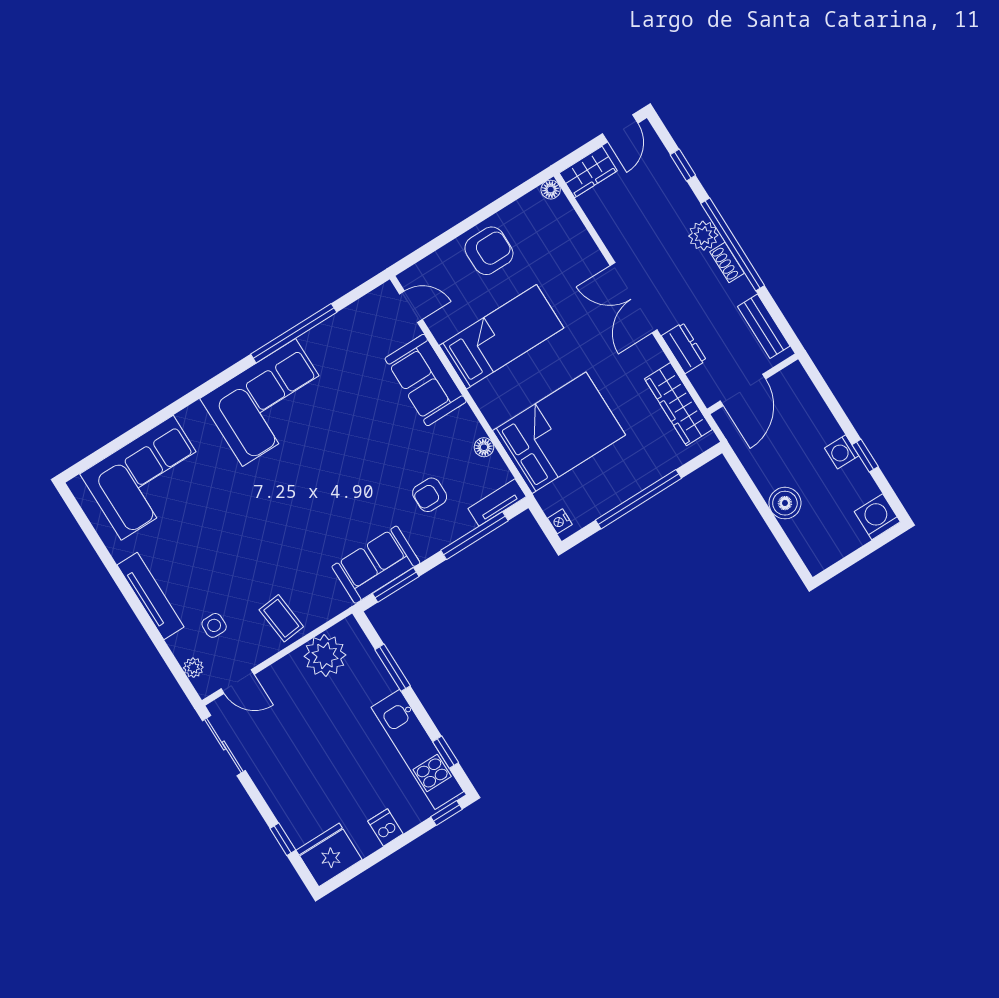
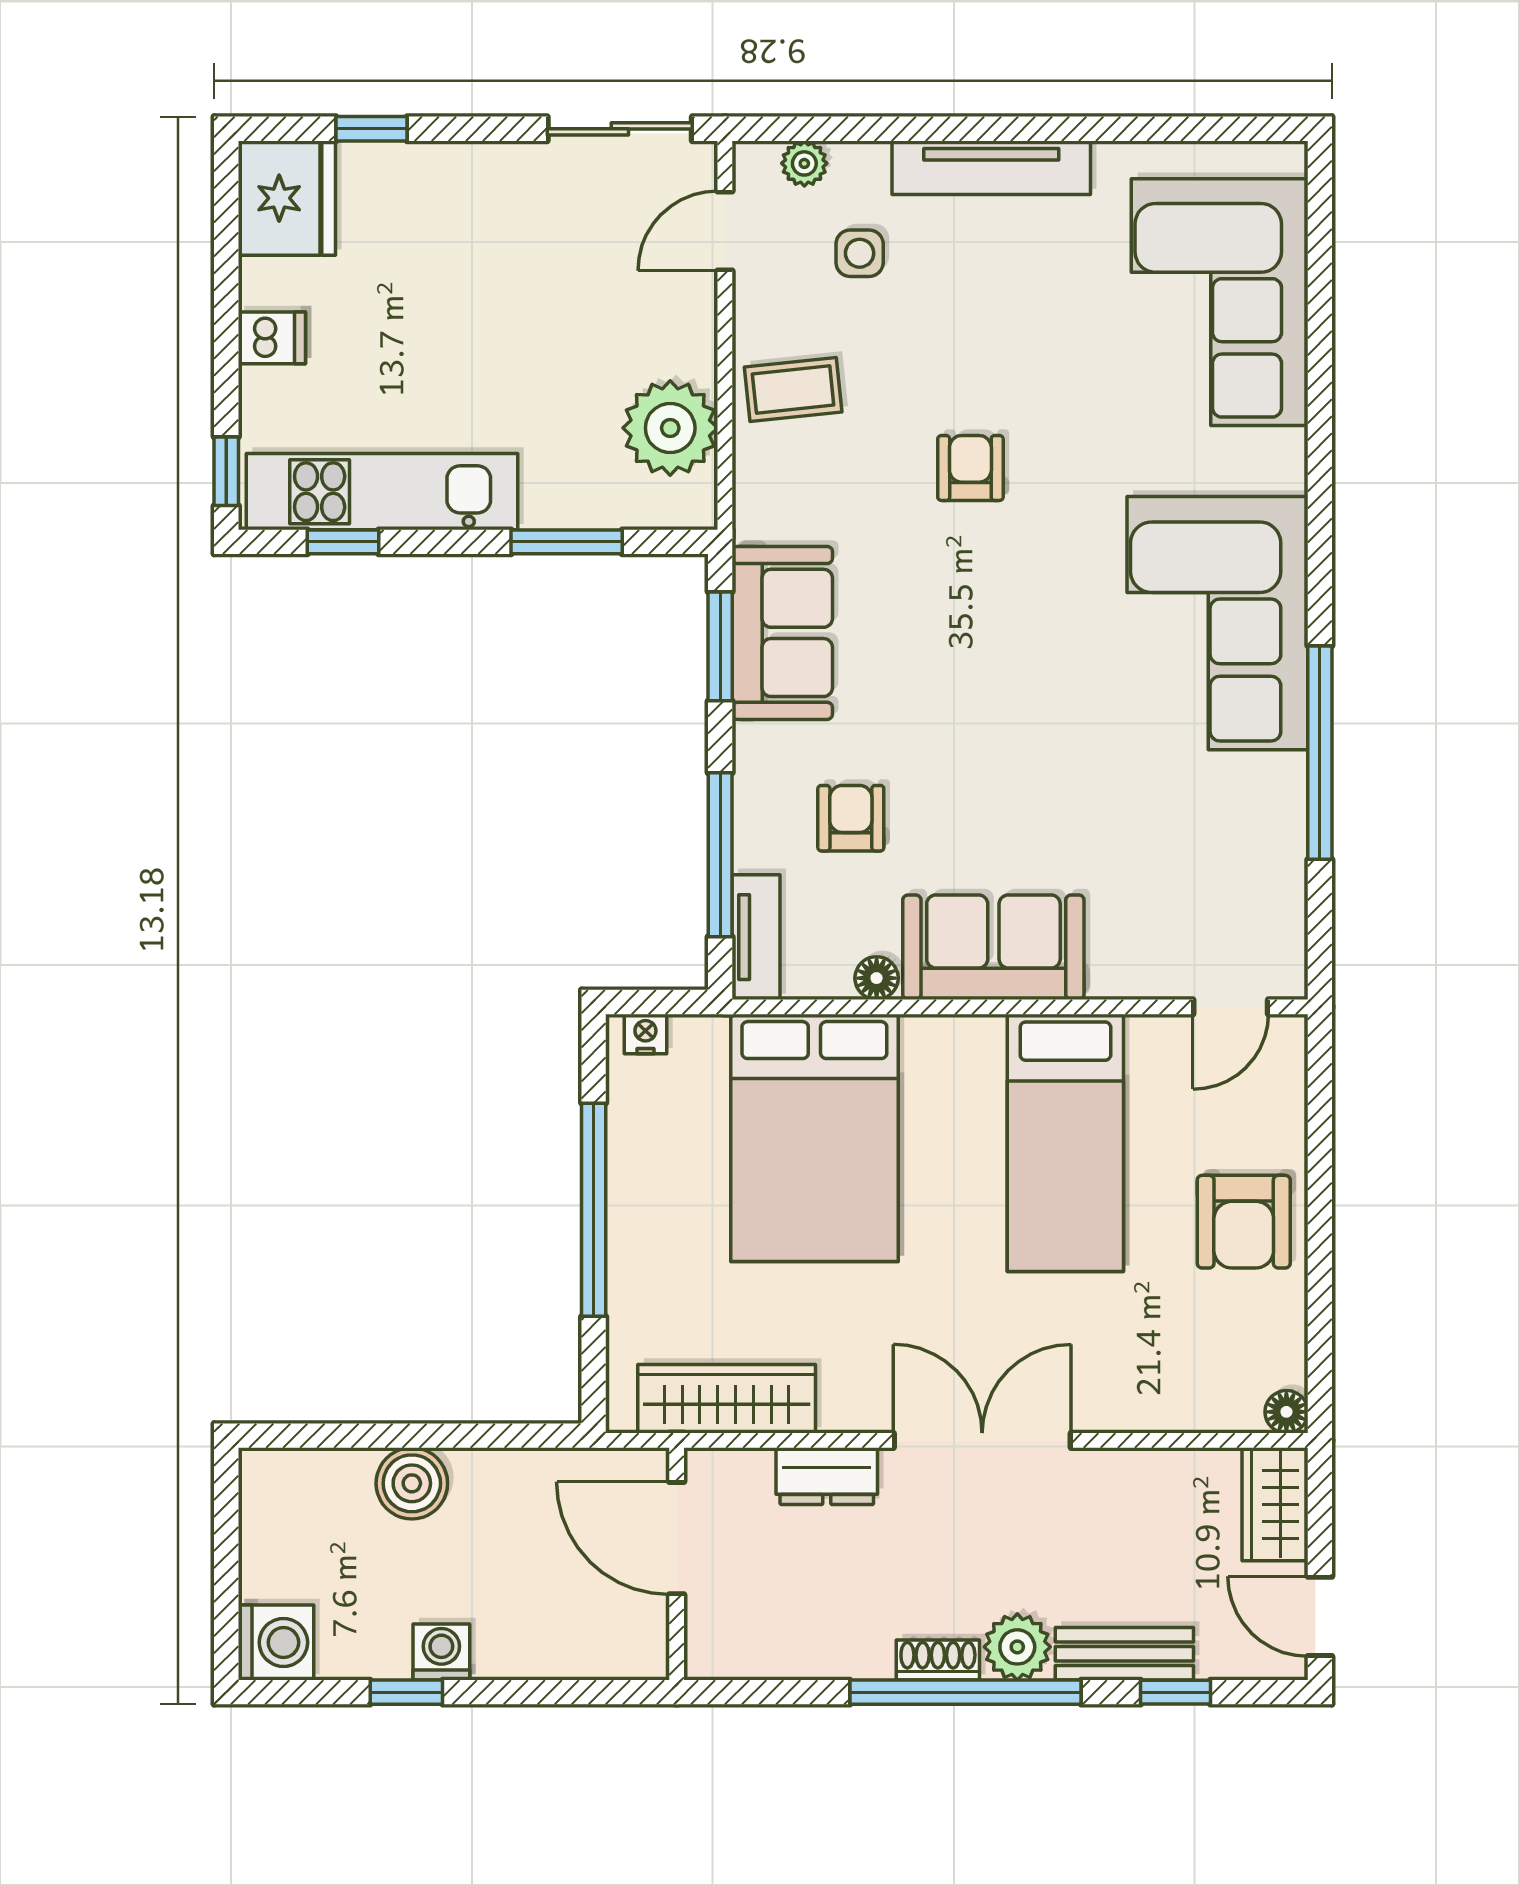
bench: (764, 326) -> (1124, 1654), moved
sofa: (426, 380) -> (993, 947), moved
armchair: (269, 533) -> (970, 468), added

